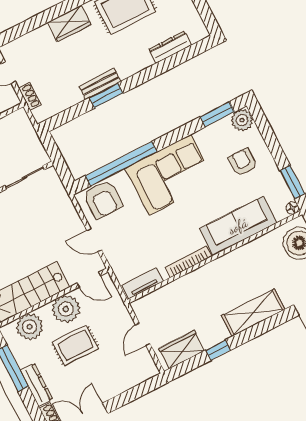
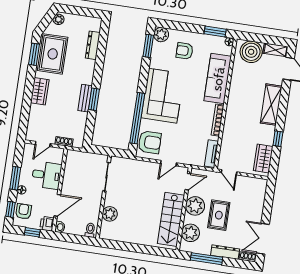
door: (143, 334) -> (229, 172), moved

